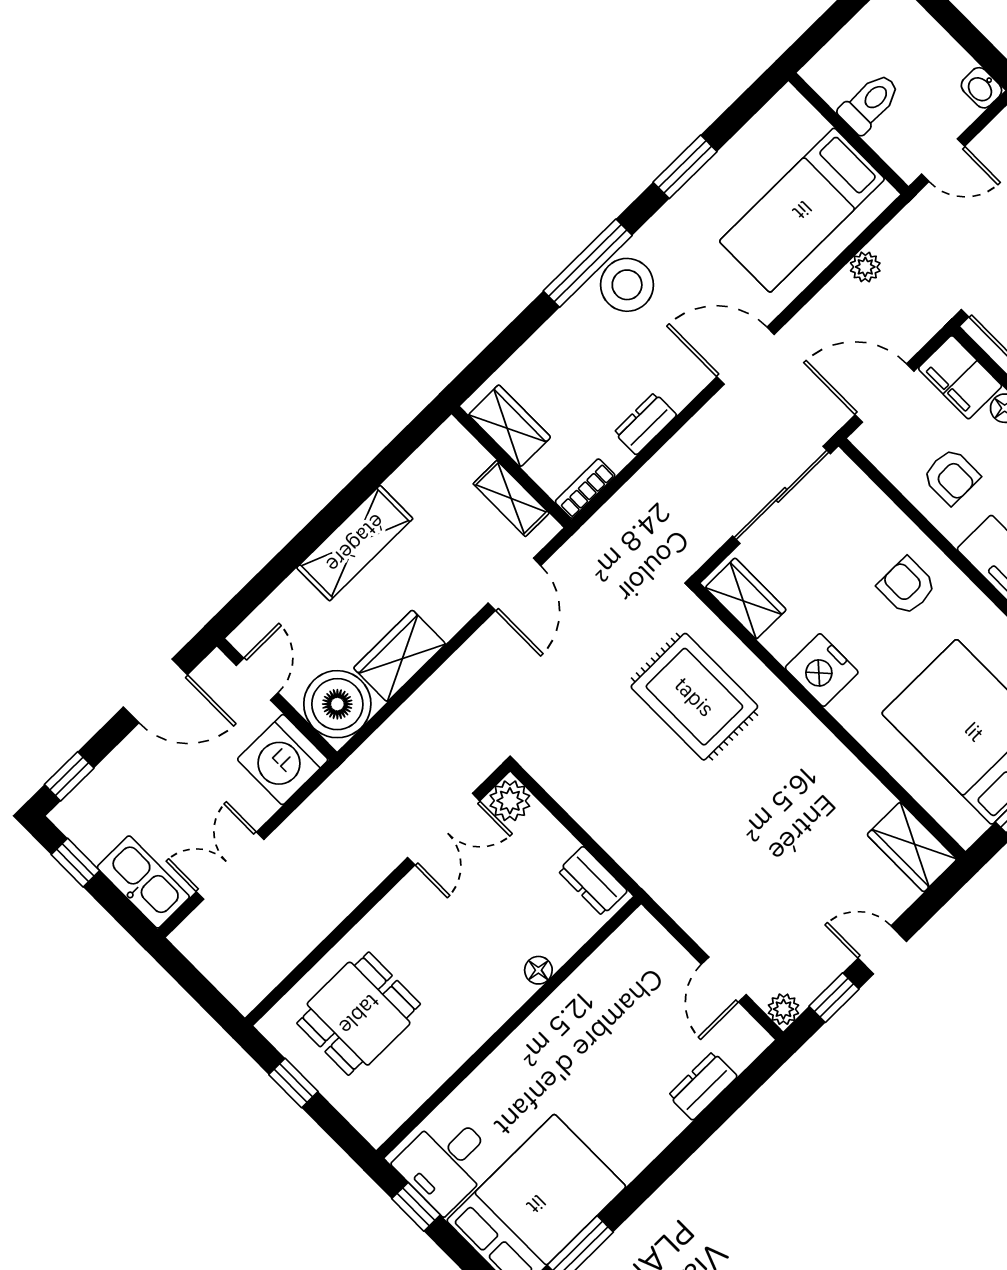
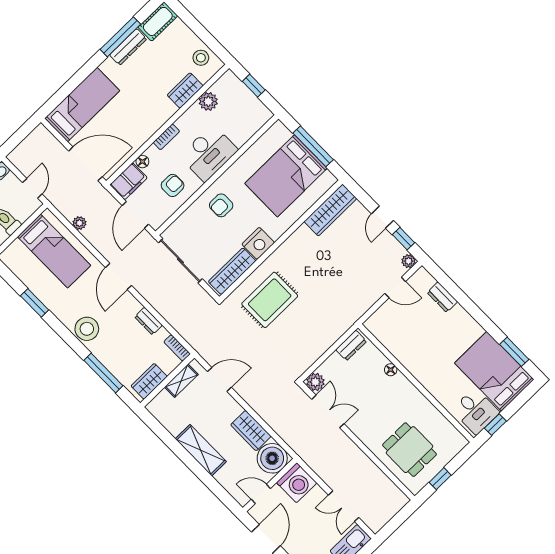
window: (588, 263) -> (103, 373), moved
wardrobe: (746, 599) -> (232, 271), width x1.50
wardrobe: (912, 847) -> (330, 210), width x1.50

